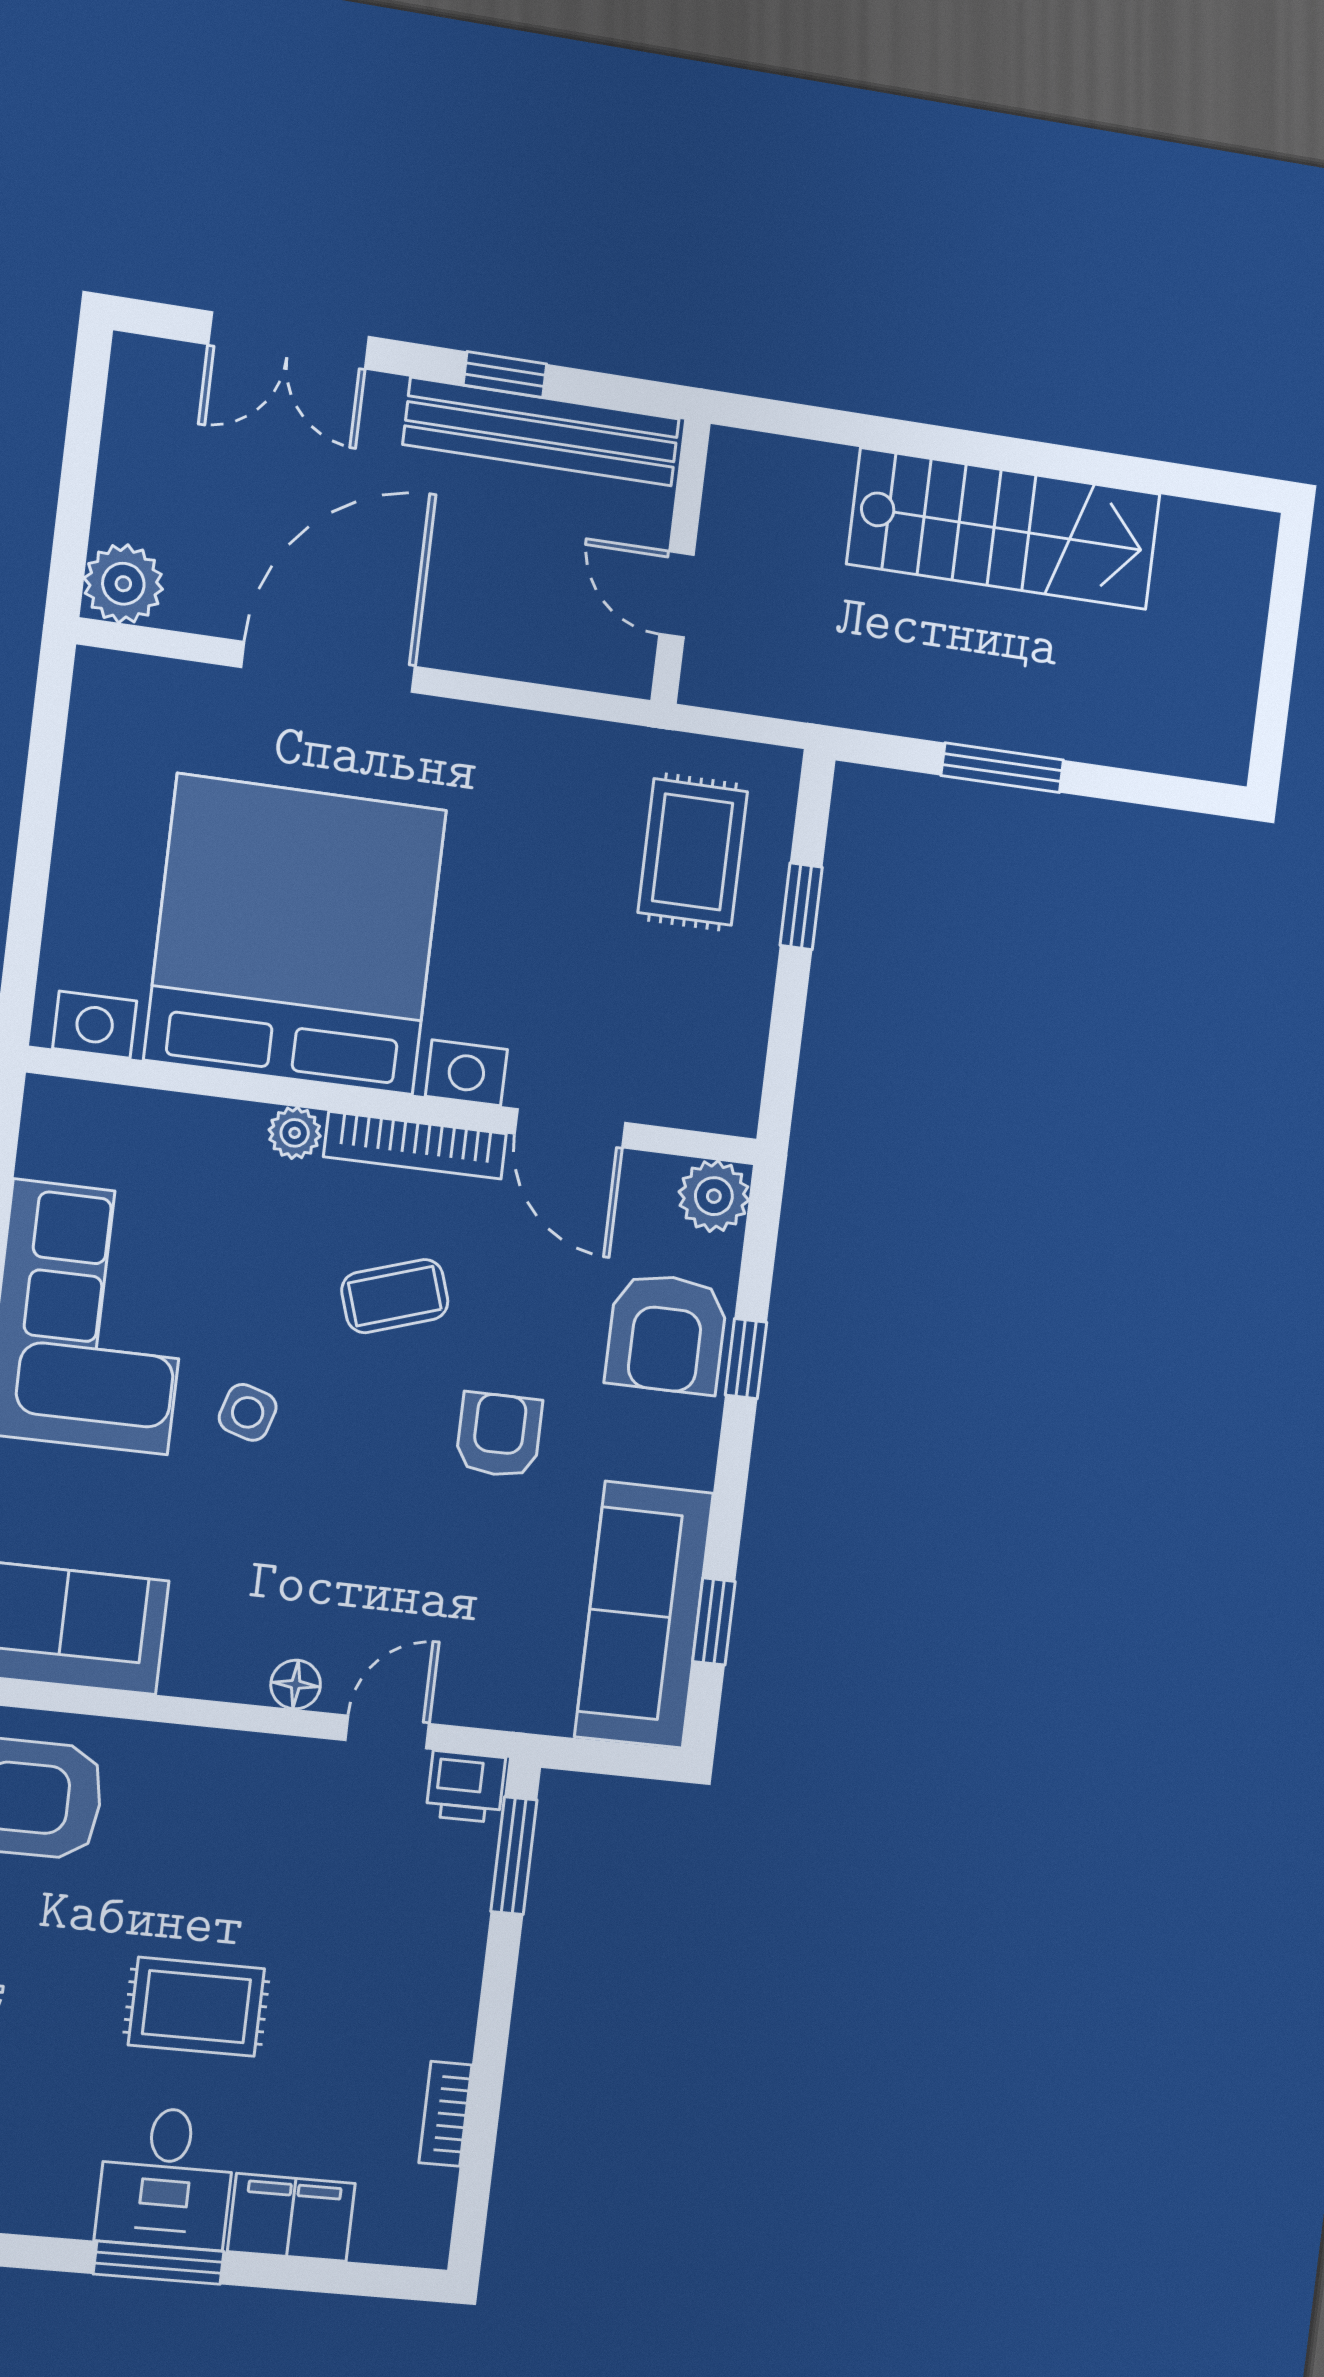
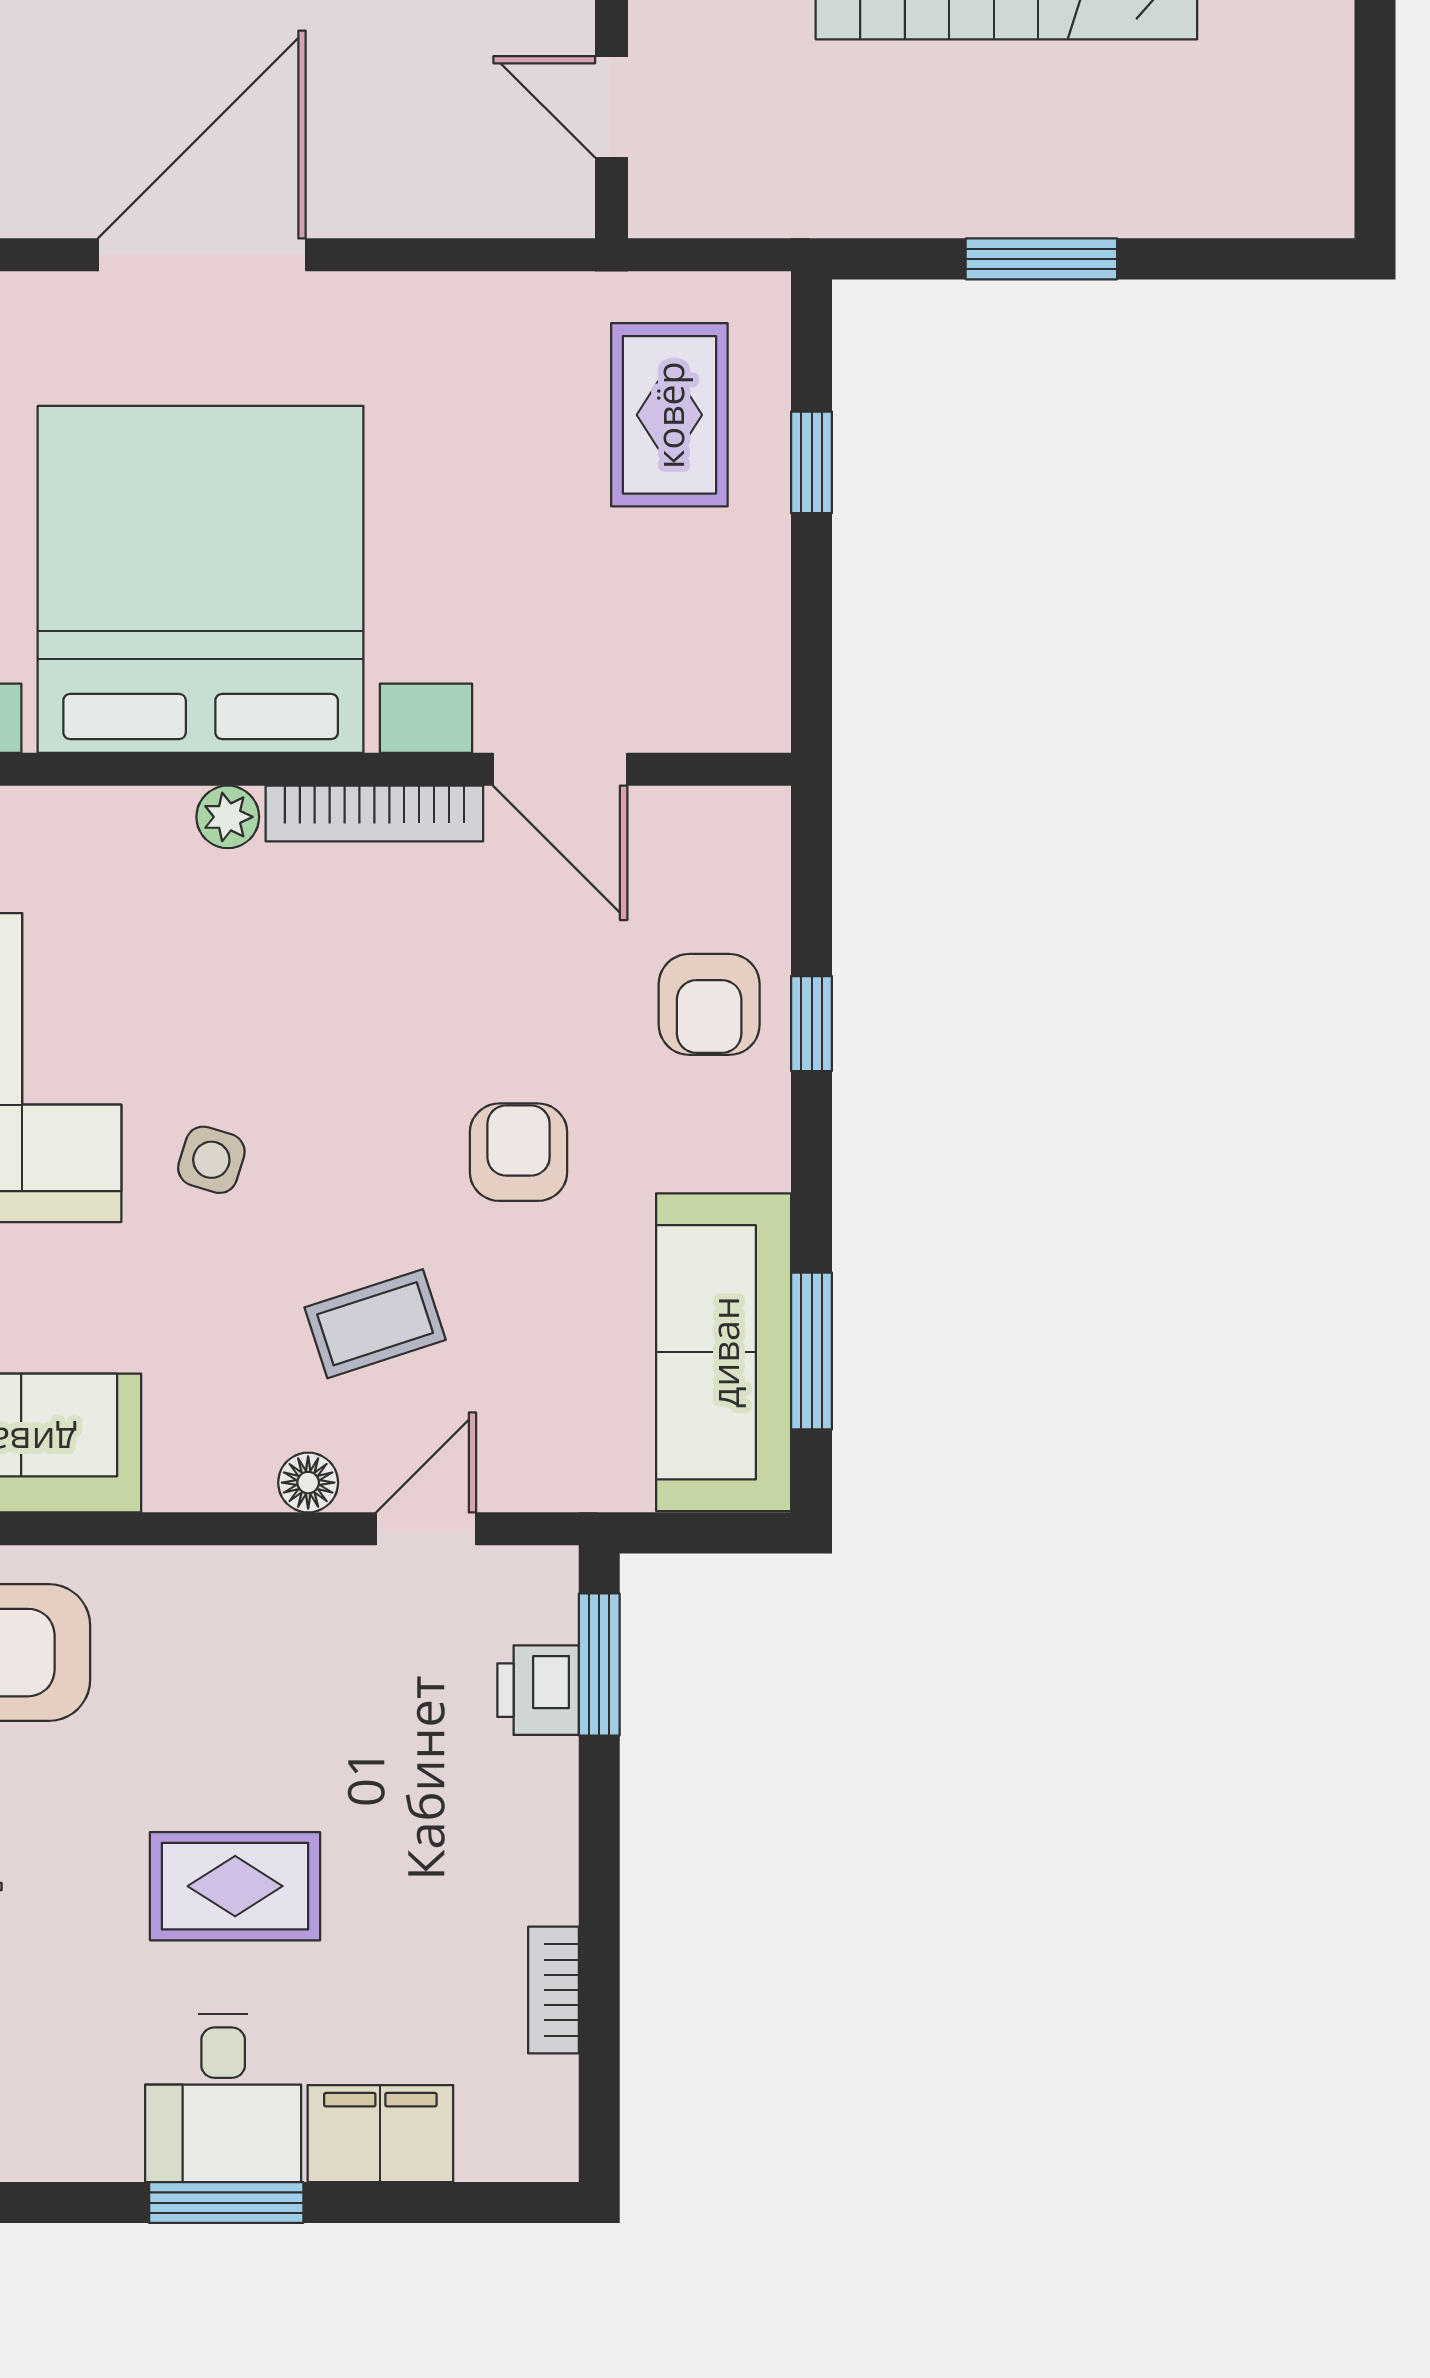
plant: (714, 1196) -> (747, 830), removed
coffee table: (395, 1296) -> (375, 1324), moved
armchair: (666, 1333) -> (709, 1004), width x0.72, depth x0.72
window: (714, 1621) -> (812, 1351), width x1.50
printer: (466, 1787) -> (538, 1690), moved, turned 90

